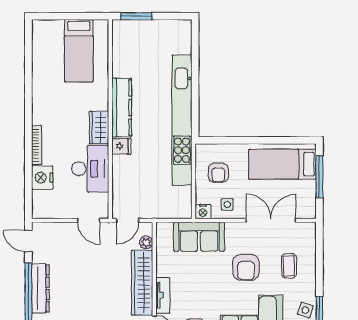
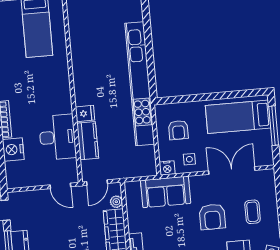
kitchen counter: (122, 108) -> (88, 141), moved, width x0.67
wardrobe: (99, 128) -> (62, 98), removed

